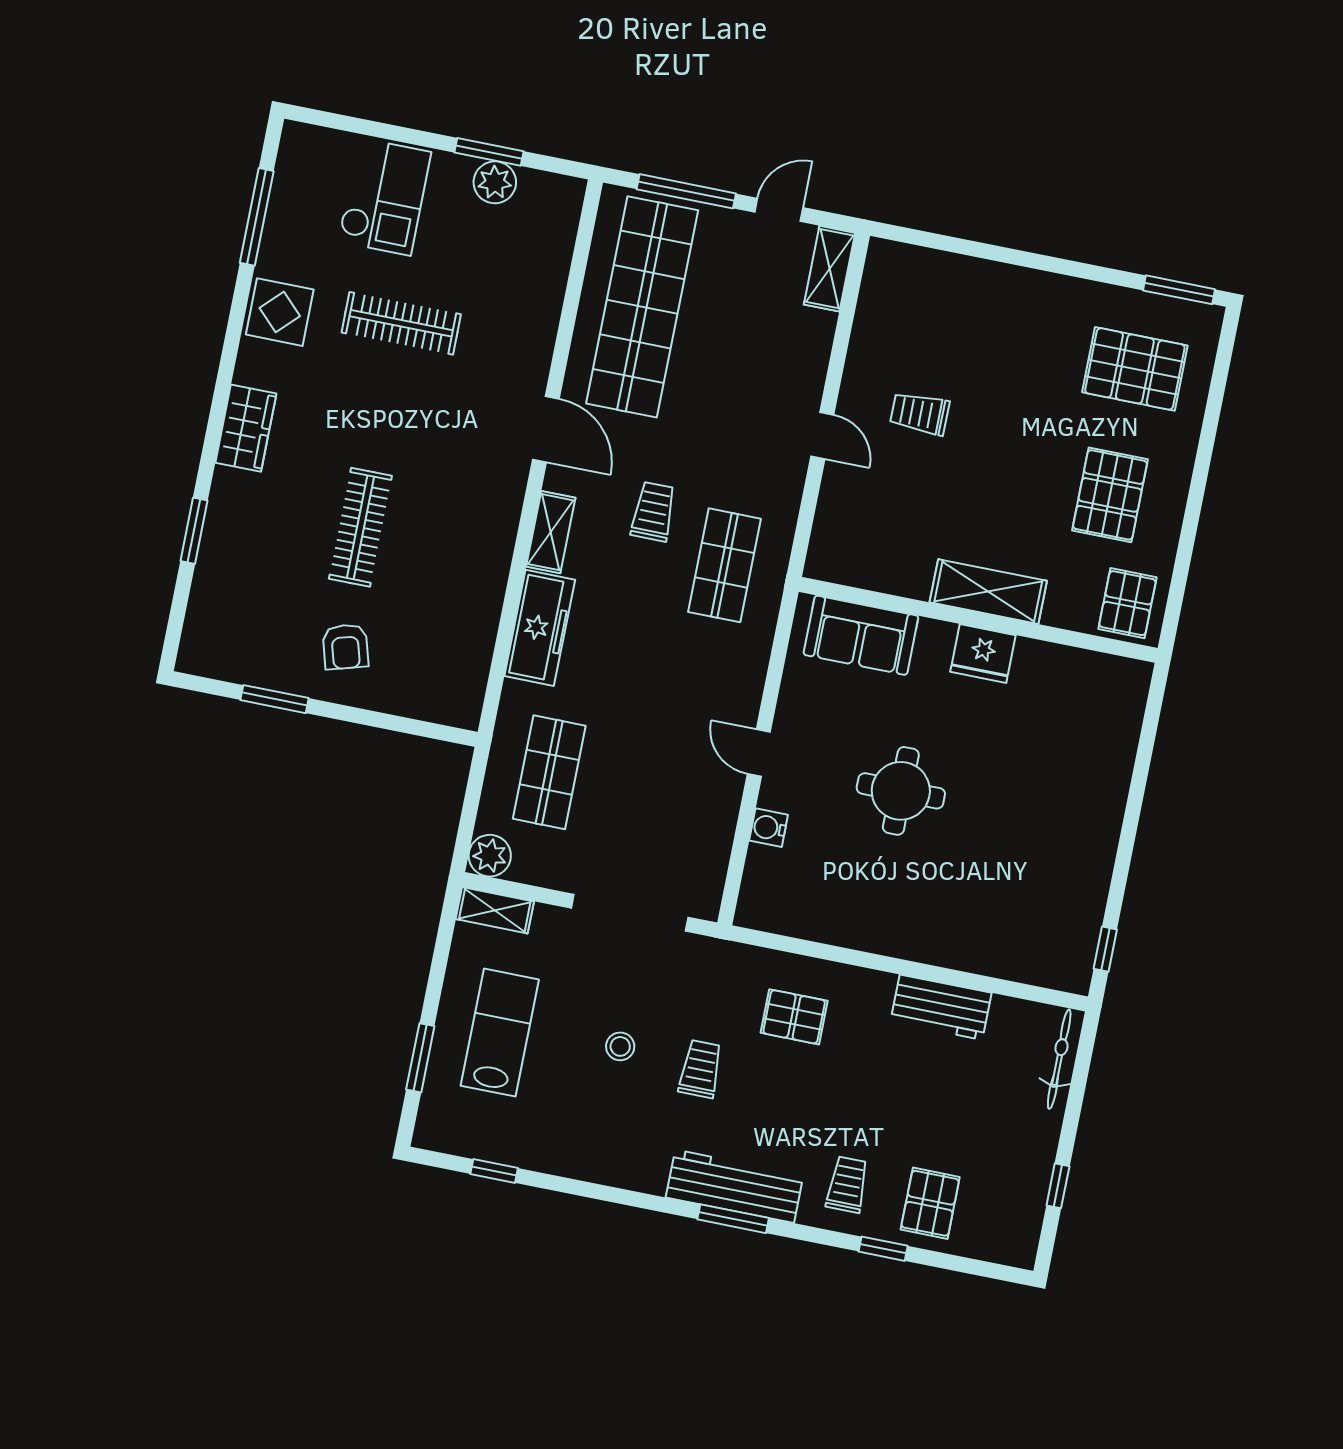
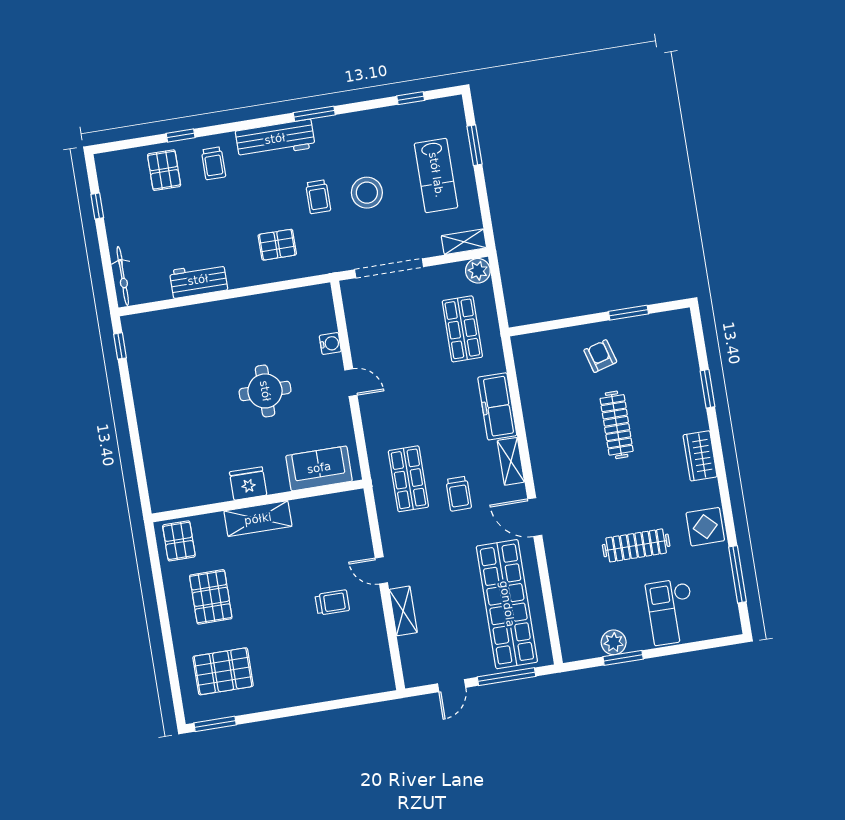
shelving: (829, 269) -> (403, 611), moved
stool: (620, 1046) -> (367, 193), width x1.89, depth x1.89
window: (733, 1219) -> (314, 114), moved

